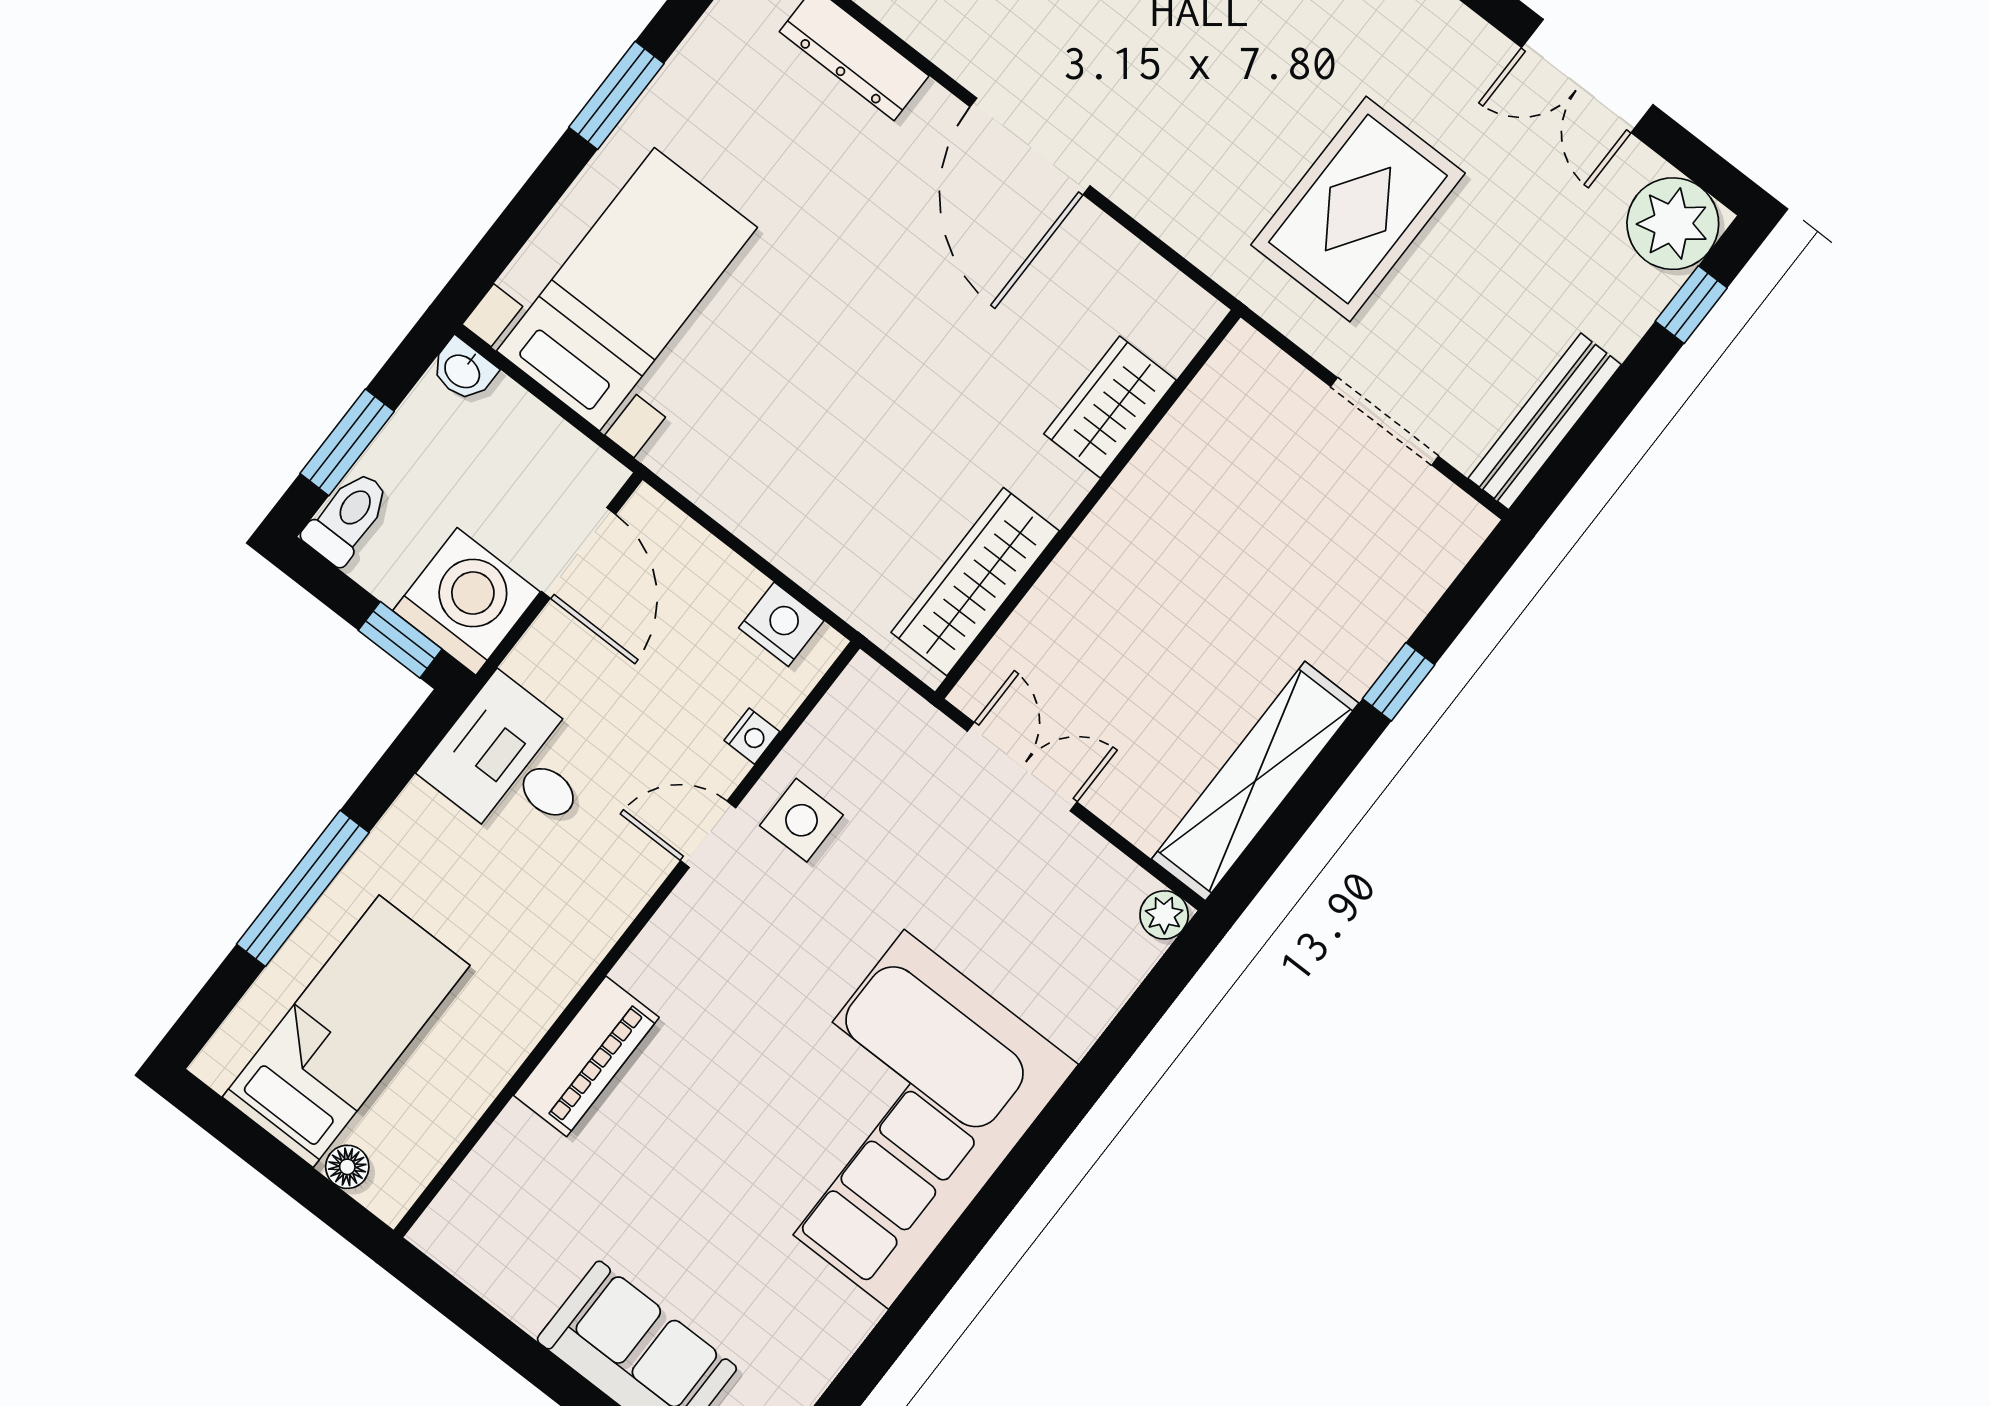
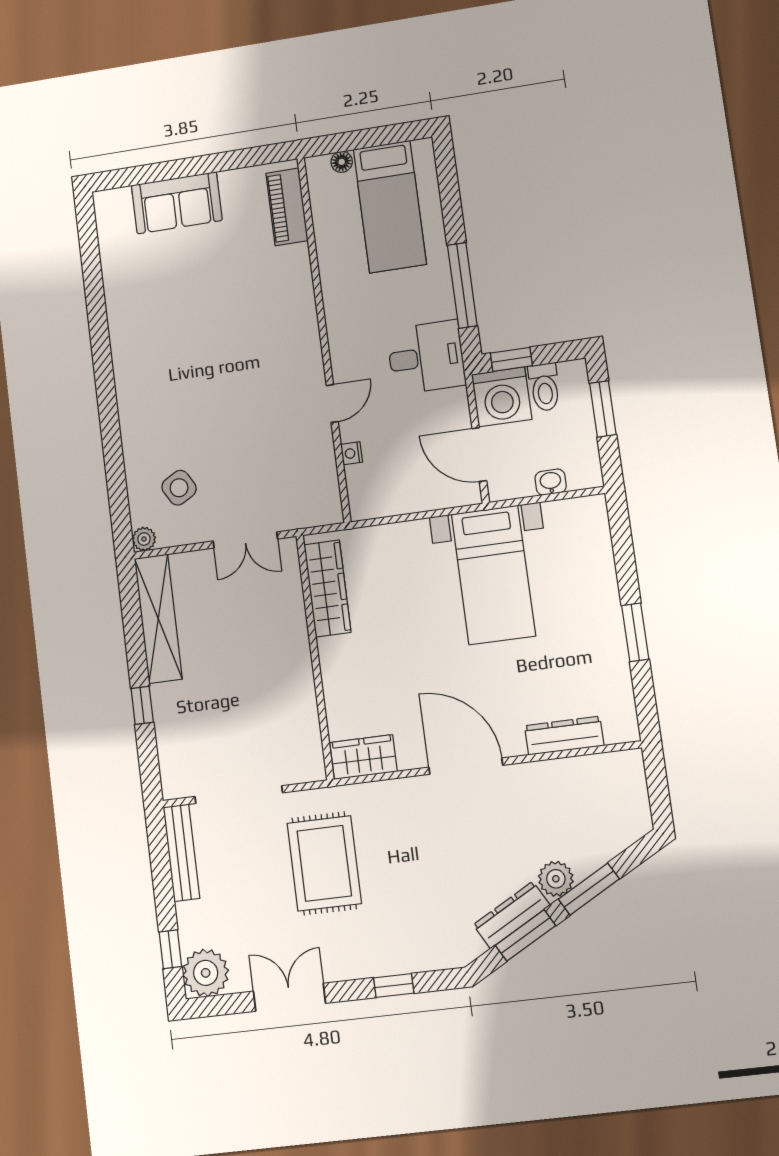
bed with nightstands: (627, 289) -> (493, 575), moved
washbasin: (463, 370) -> (551, 482), moved
wardrobe: (1110, 407) -> (363, 757), moved, turned -90
doorway: (1385, 421) -> (239, 795), width x1.36
toilet: (347, 518) -> (544, 387), moved
nightstand: (781, 624) -> (381, 503), removed
side table: (801, 820) -> (179, 488), moved, turned -30
window: (303, 888) -> (462, 285), moved
piano: (586, 1056) -> (287, 207), moved
corner sofa: (896, 1119) -> (167, 373), removed

